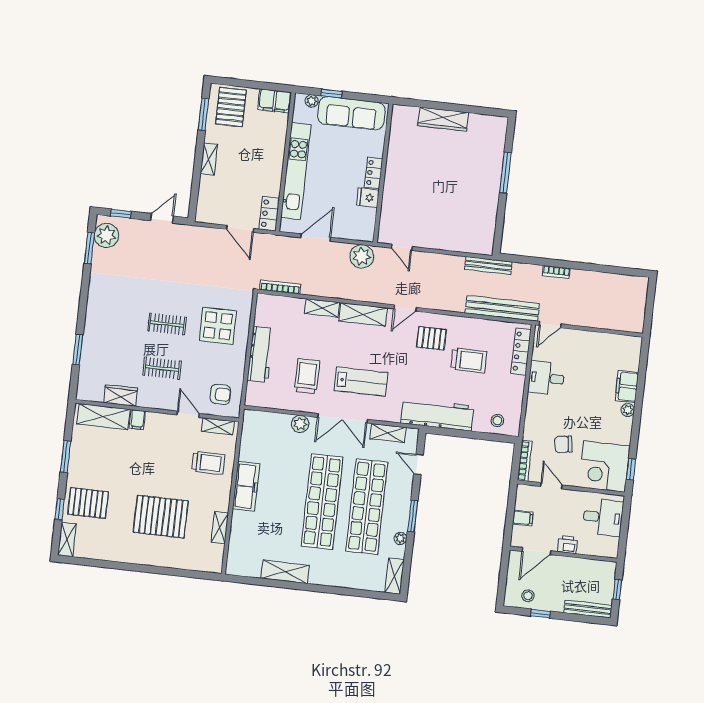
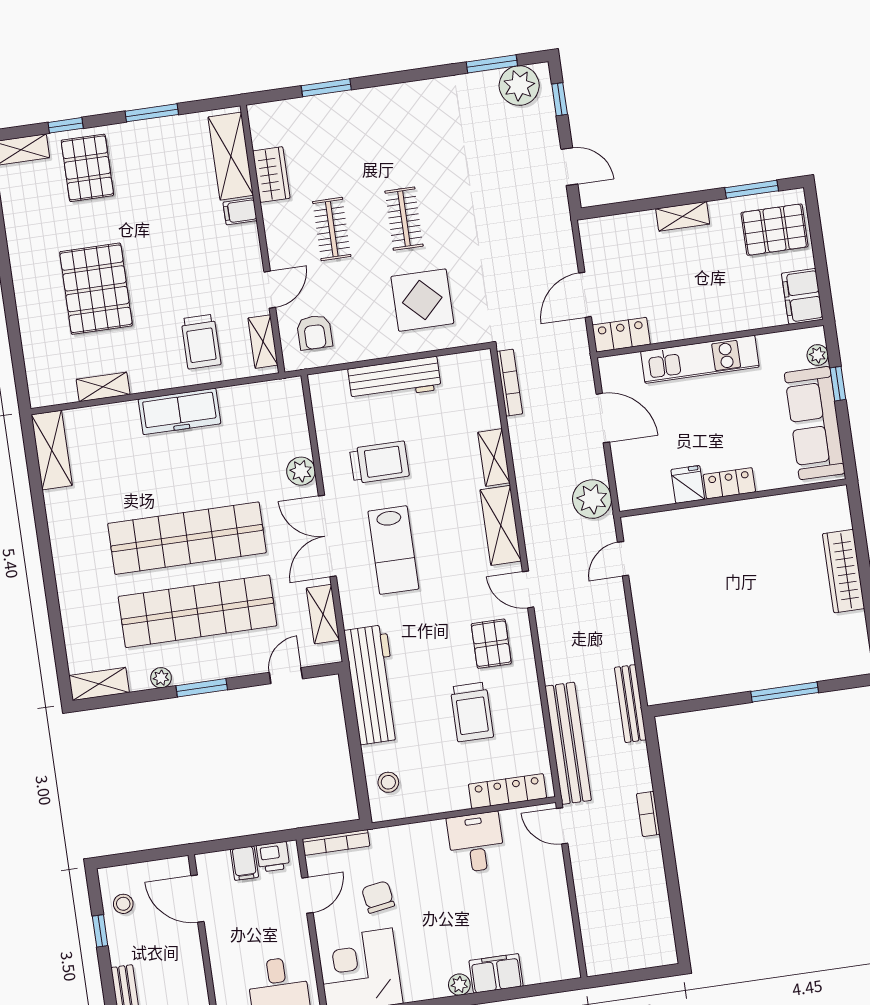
kitchen unit: (296, 171) -> (700, 359), width x0.73
printer: (567, 545) -> (273, 857), moved, turned 90
shelving: (285, 572) -> (52, 450), moved

